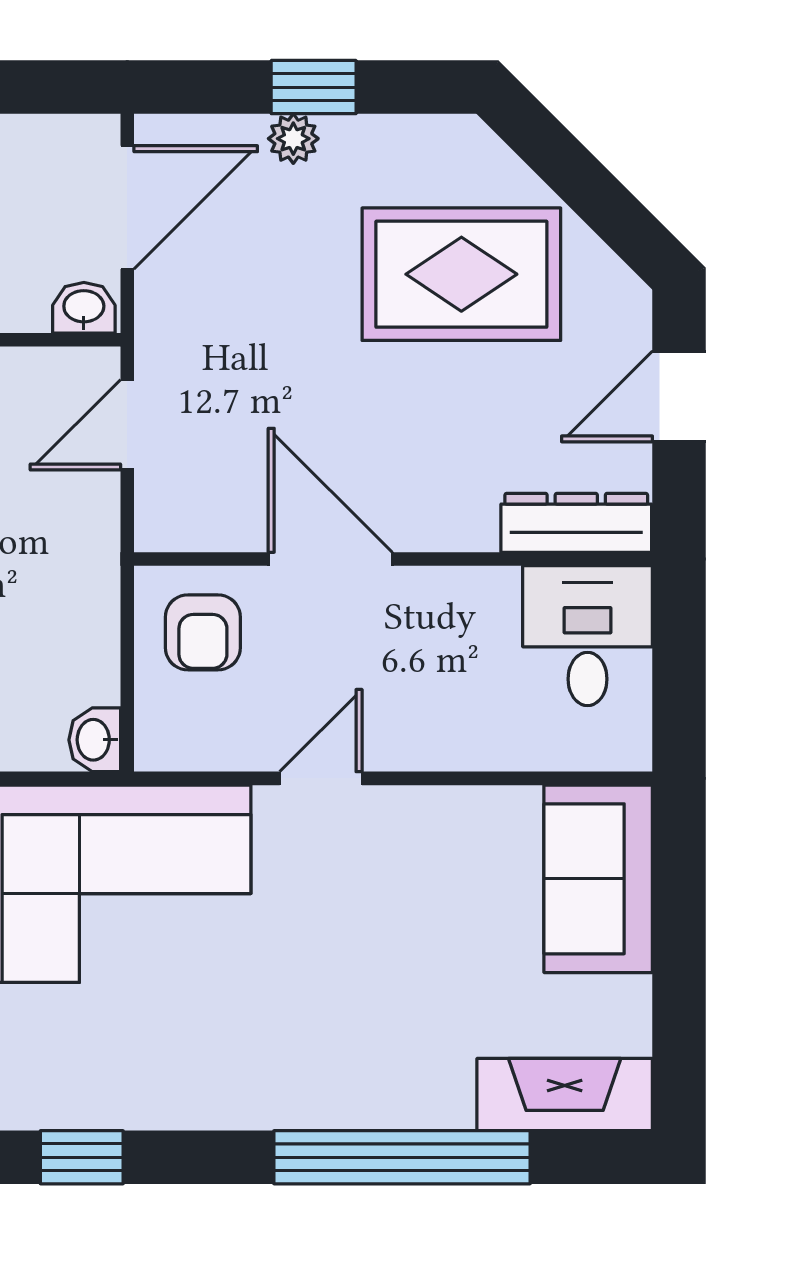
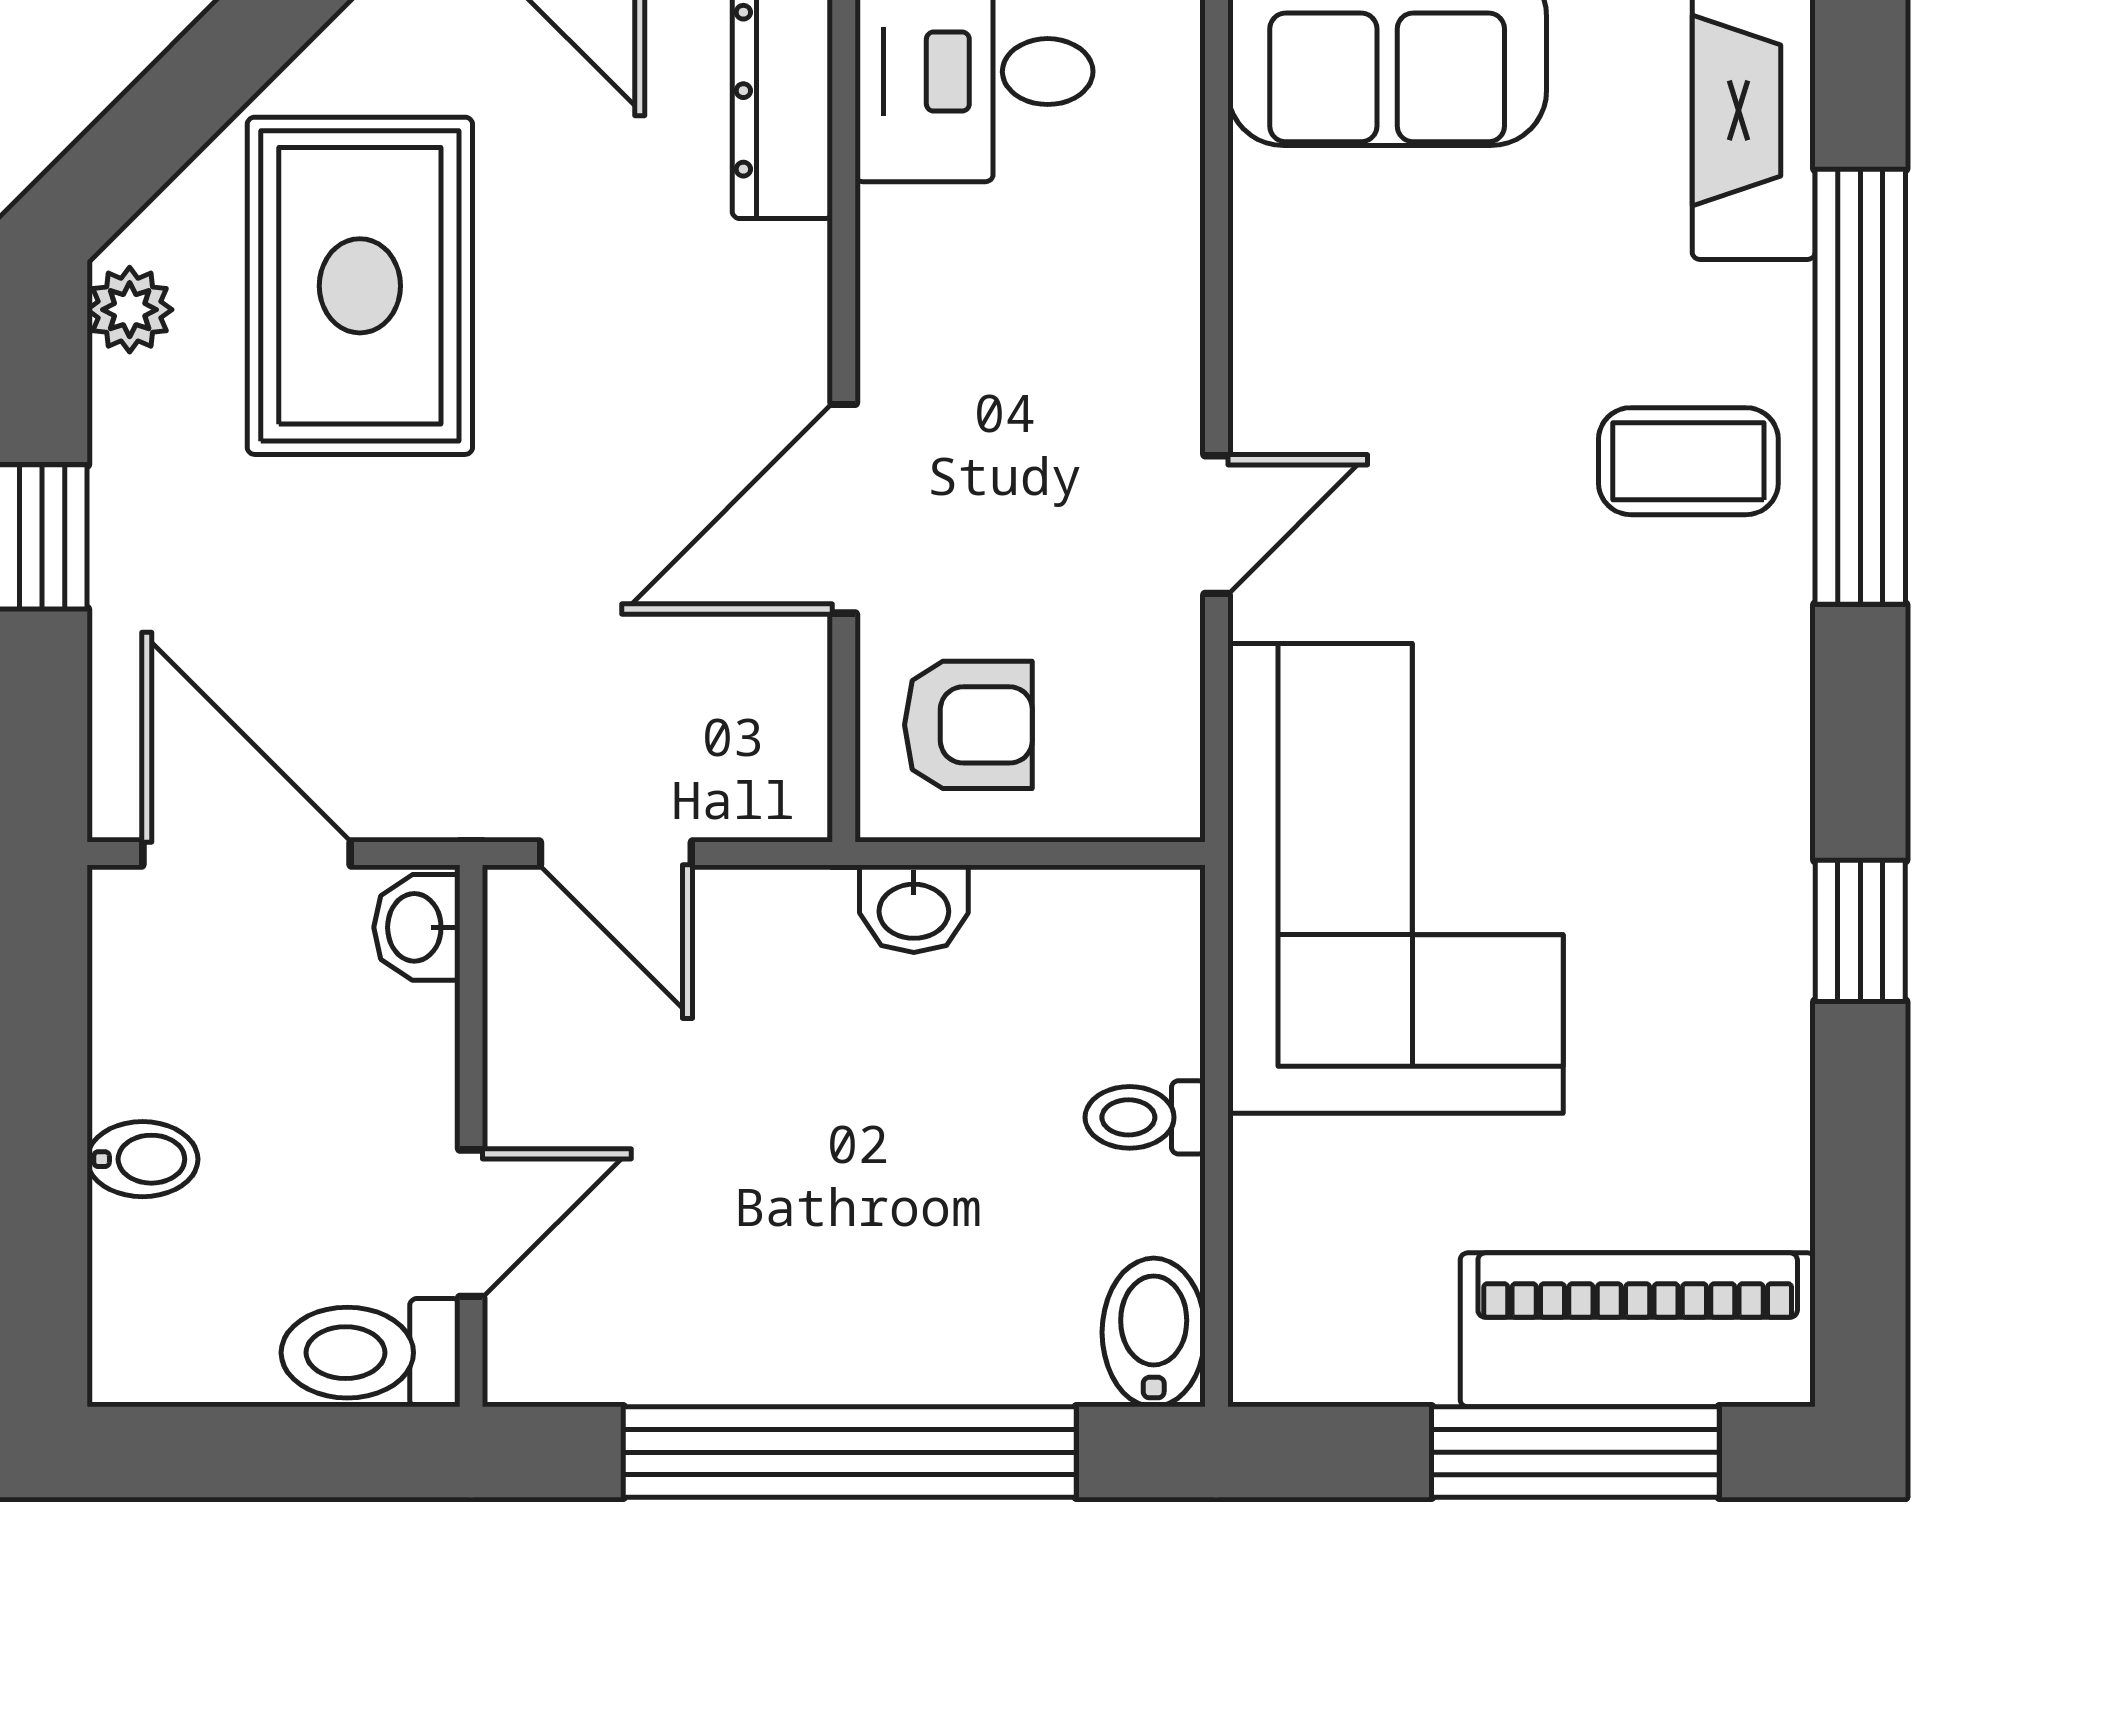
plant: (293, 139) -> (130, 310), moved
washbasin: (95, 740) -> (914, 909), moved
door: (321, 778) -> (1216, 525), swing flipped
coffee table: (358, 1056) -> (1688, 461), added

